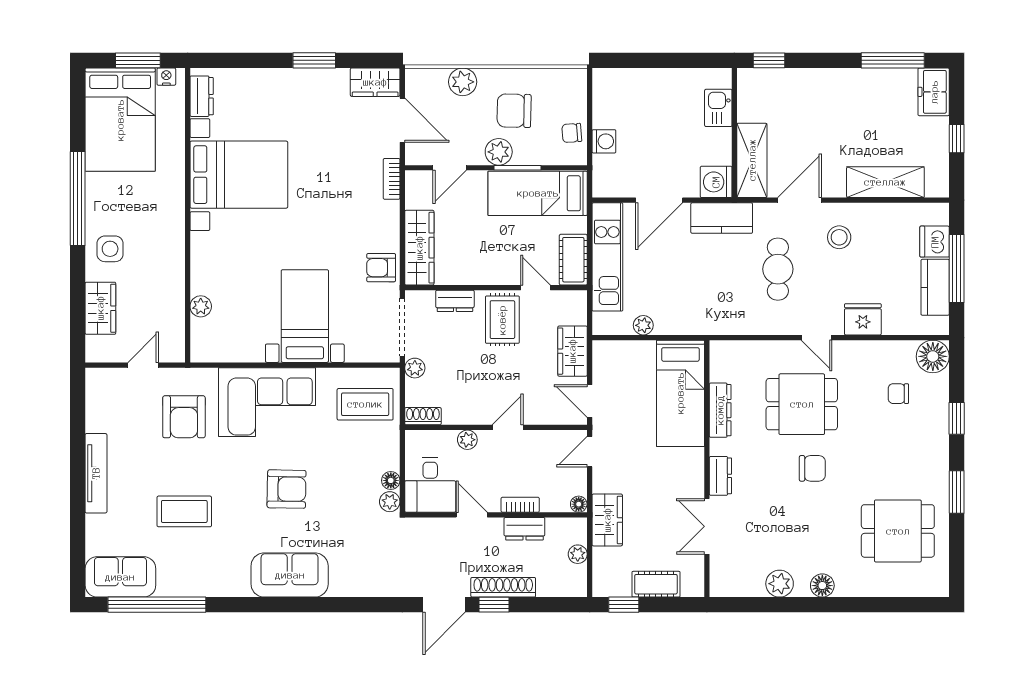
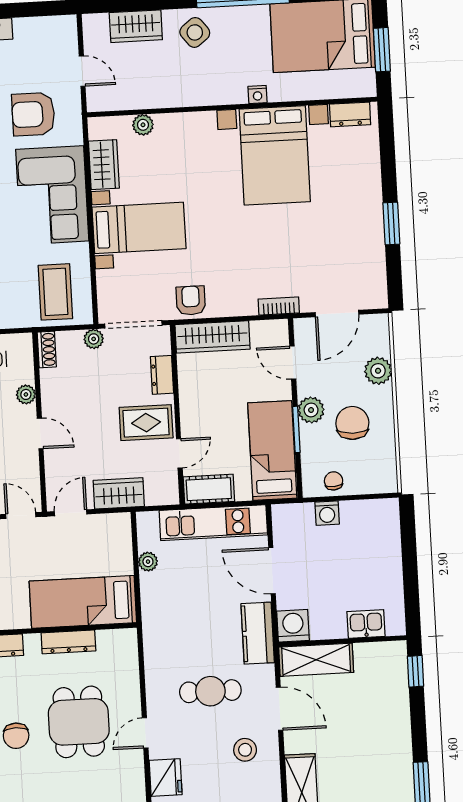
nightstand: (166, 77) -> (257, 95), moved, turned 90
wardrobe: (375, 82) -> (104, 165), moved, turned 180
side table: (110, 249) -> (195, 32), turned -38

